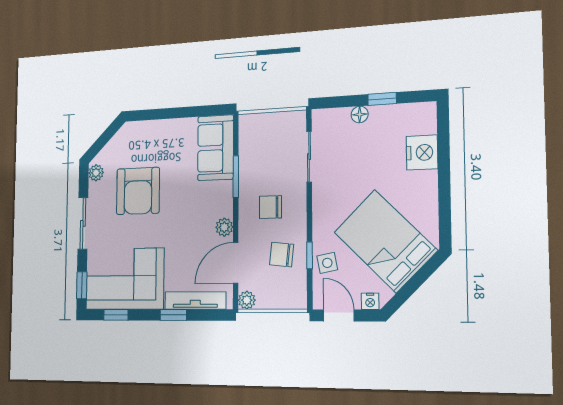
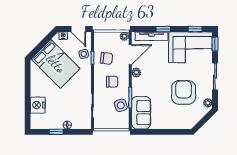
side table: (254, 160) -> (121, 105), added

